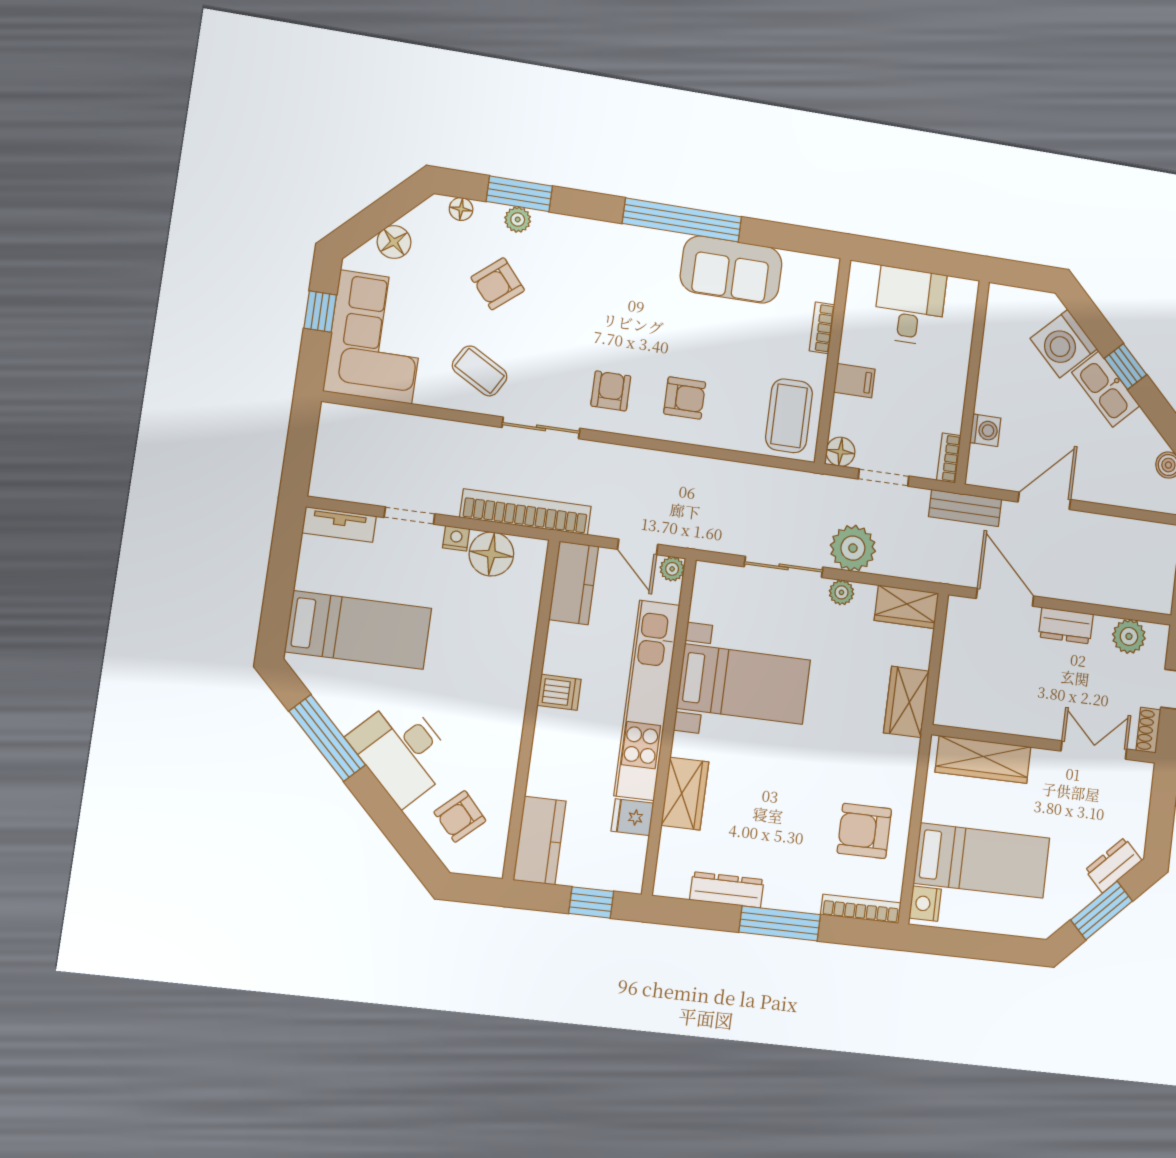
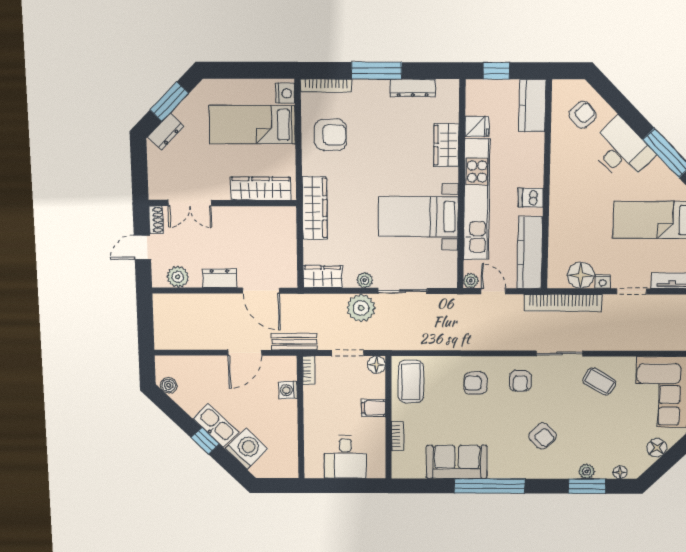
armchair: (498, 284) -> (543, 436), moved, turned 86
kitchen counter: (574, 583) -> (530, 253), width x1.50
wardrobe: (906, 702) -> (315, 208), width x1.50

